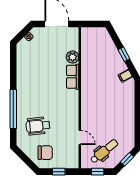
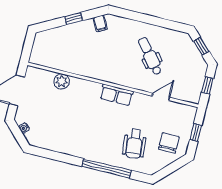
row of seats: (73, 77) -> (117, 95), moved
dental chair: (104, 151) -> (150, 56), moved

